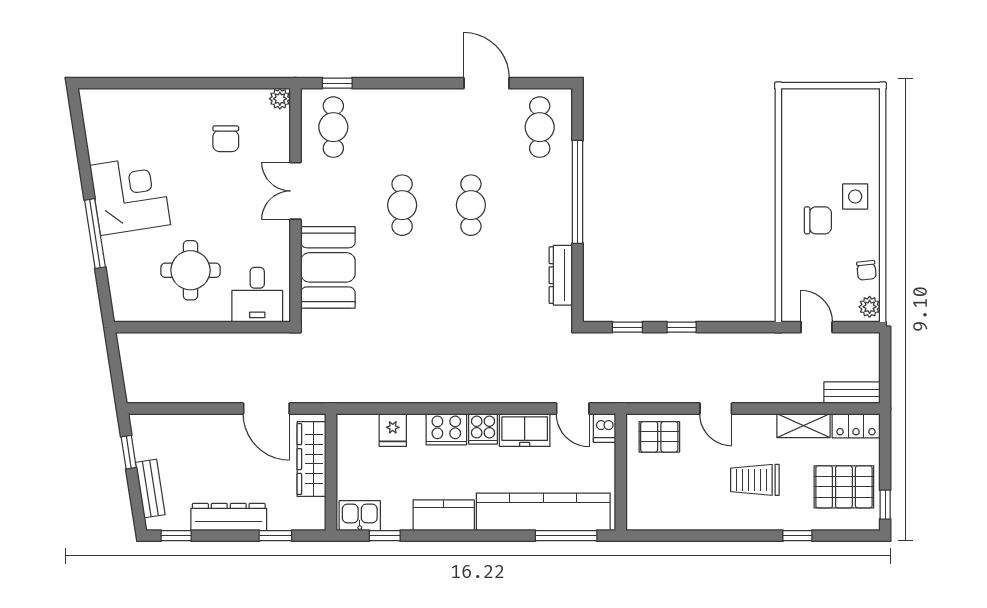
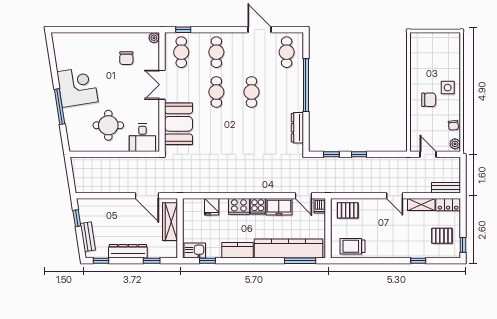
cafe table: (402, 127) -> (216, 52), added
door: (716, 409) -> (395, 196), moved
trolley: (755, 480) -> (353, 246), moved
pallet: (844, 487) -> (442, 236), width x0.67, depth x0.71

